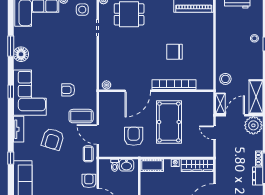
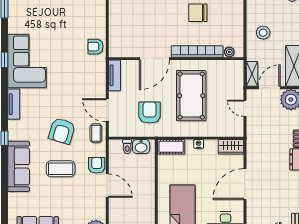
floor lamp: (21, 54) -> (17, 16), removed
stool: (225, 79) -> (263, 33), moved
plant: (106, 85) -> (229, 52), moved
armchair: (68, 90) -> (95, 47), moved
tv unit: (104, 105) -> (114, 75), added
coffee table: (81, 116) -> (61, 169), moved
armchair: (53, 139) -> (62, 131), moved
wardrobe: (197, 165) -> (231, 147), width x0.67

